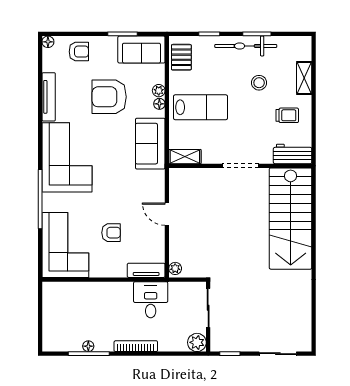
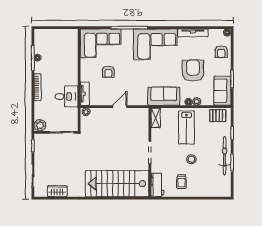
shelving: (304, 78) -> (205, 192), removed
stool: (259, 83) -> (191, 159), moved
wardrobe: (303, 315) -> (57, 191), added

